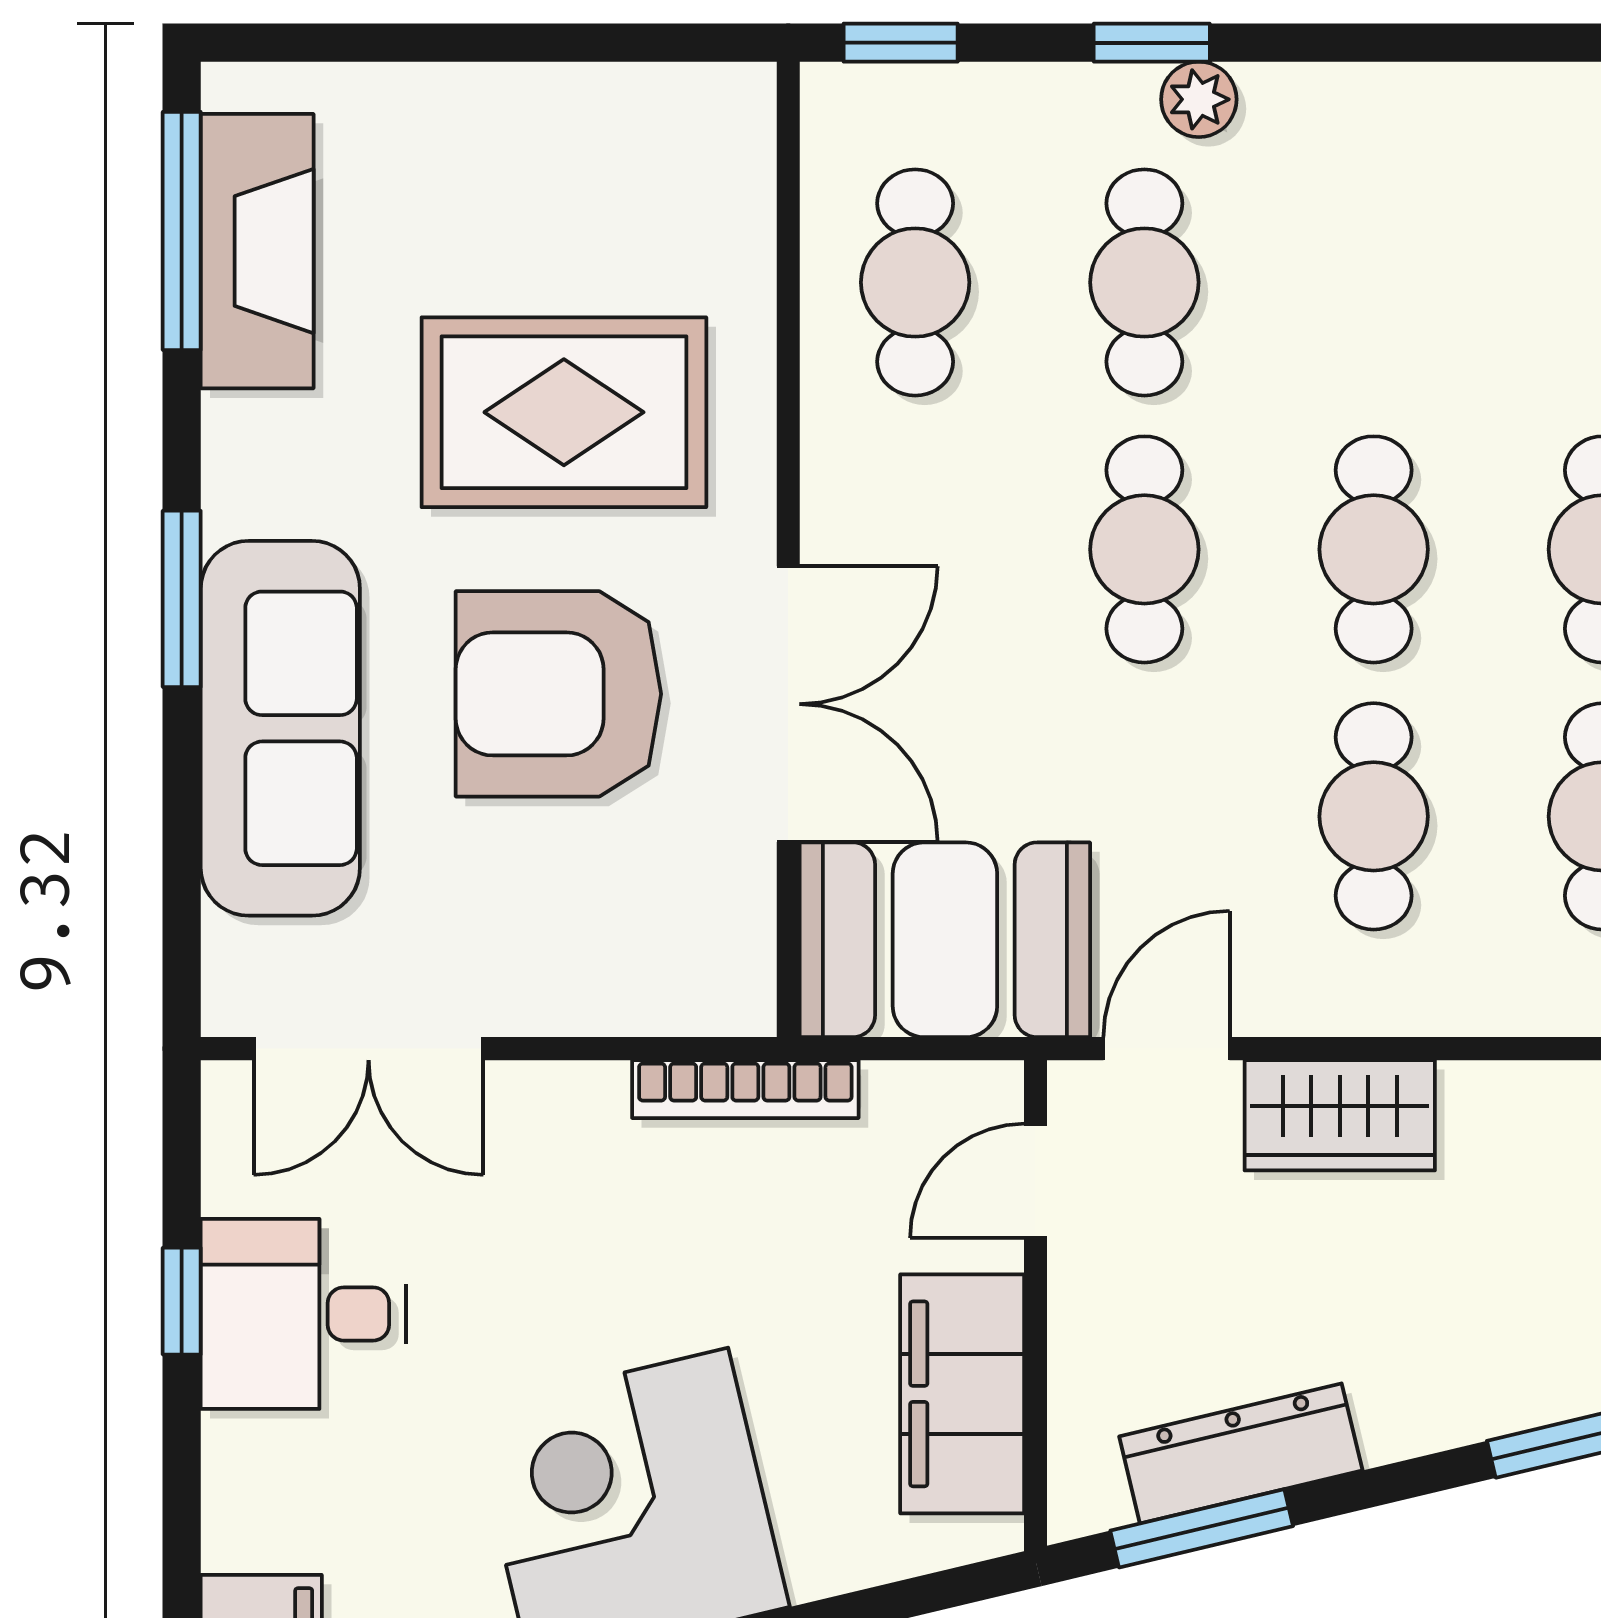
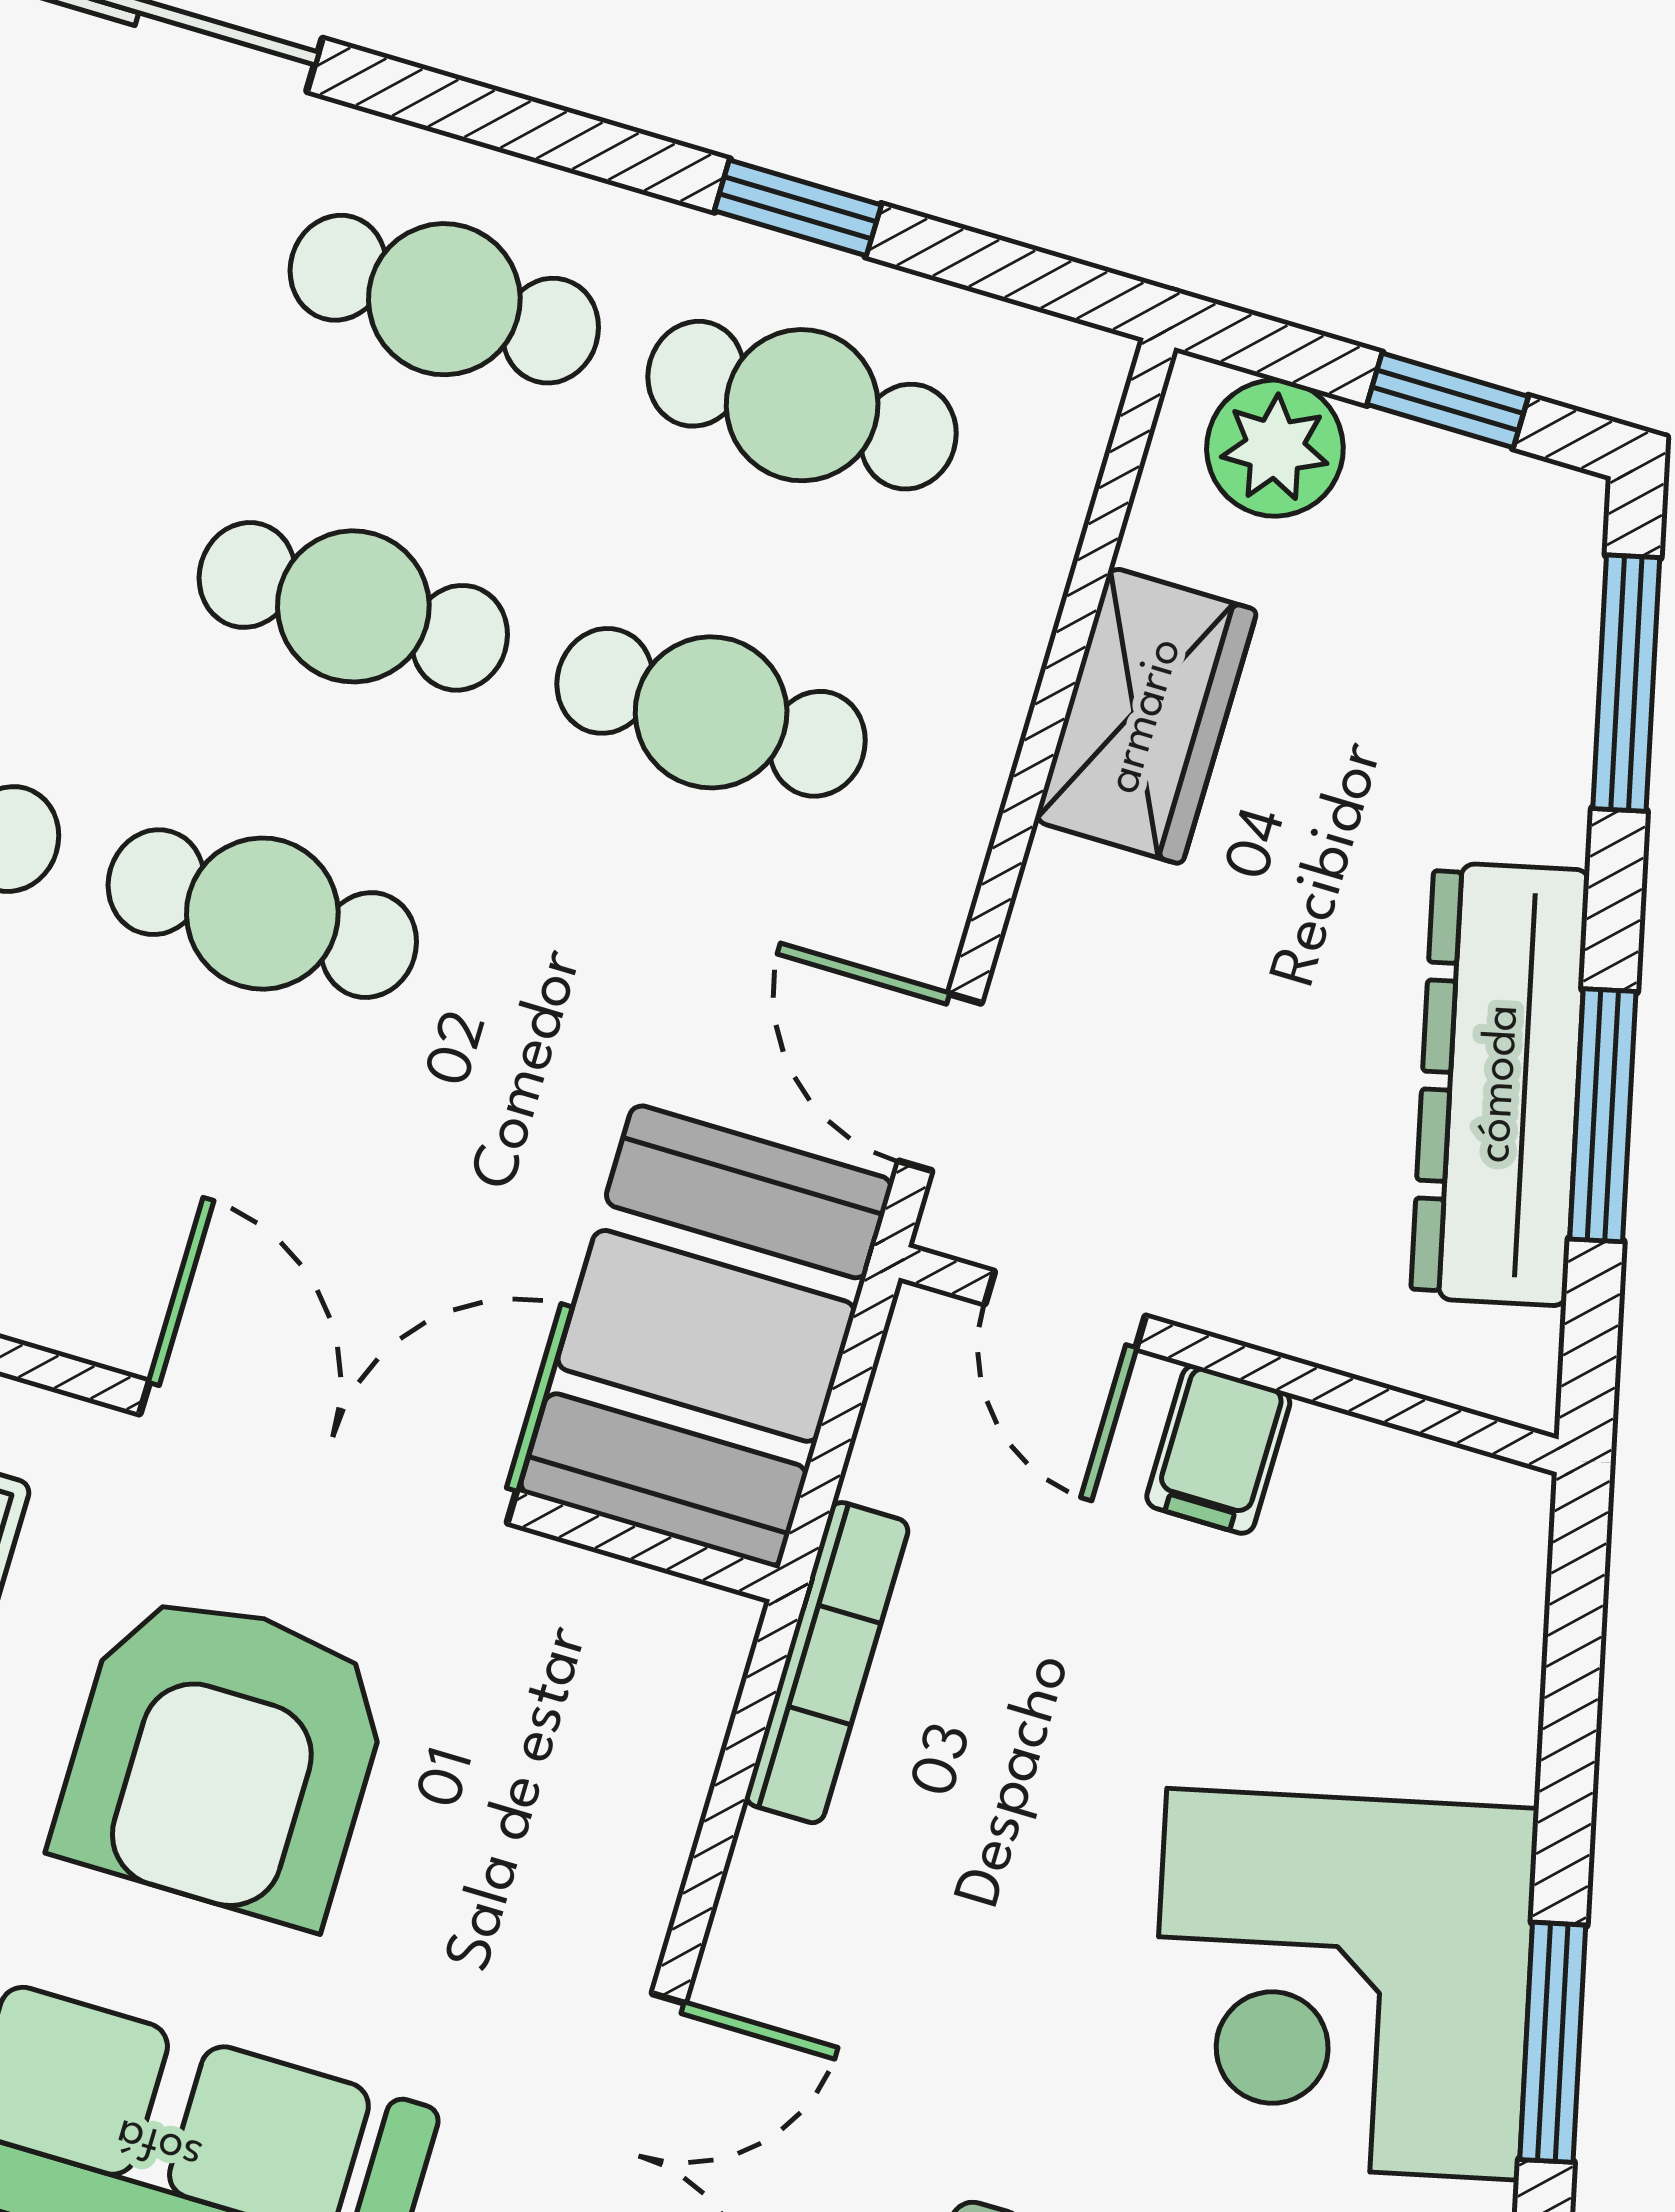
wardrobe: (1340, 1115) -> (1146, 716), moved
filing cabinet: (962, 1394) -> (1218, 1450), width x0.33, depth x0.86
dresser: (1241, 1453) -> (1500, 1084), width x1.37, depth x1.24
window: (1202, 1528) -> (1603, 1115), moved

